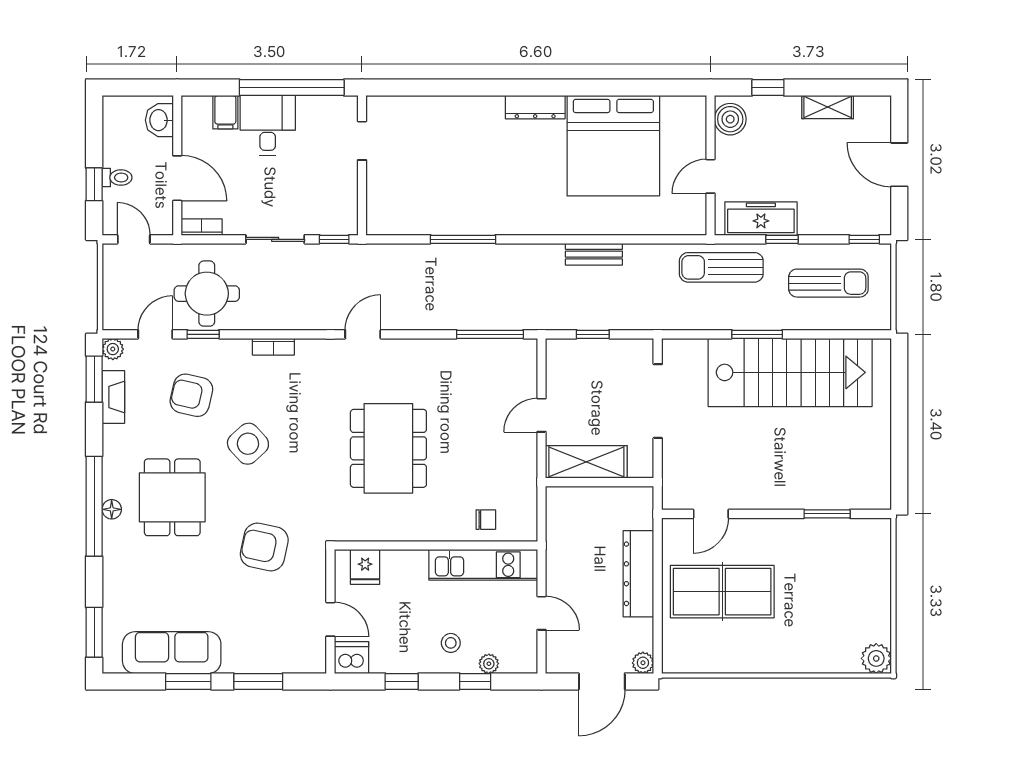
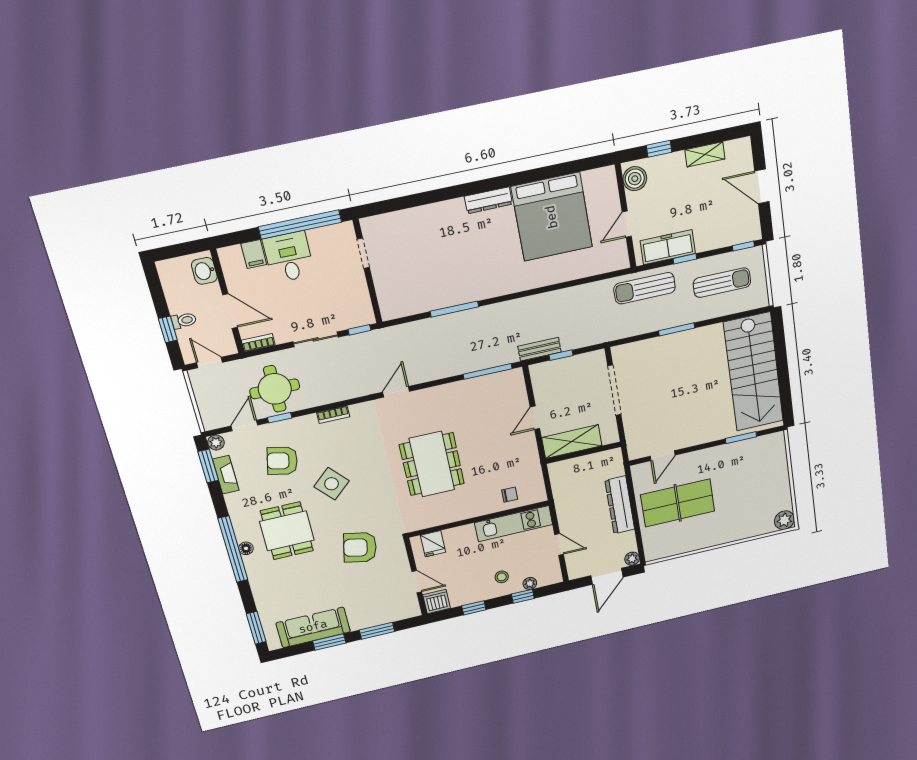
bench: (594, 254) -> (540, 349), moved
stairs: (790, 372) -> (754, 372), moved, turned 90

